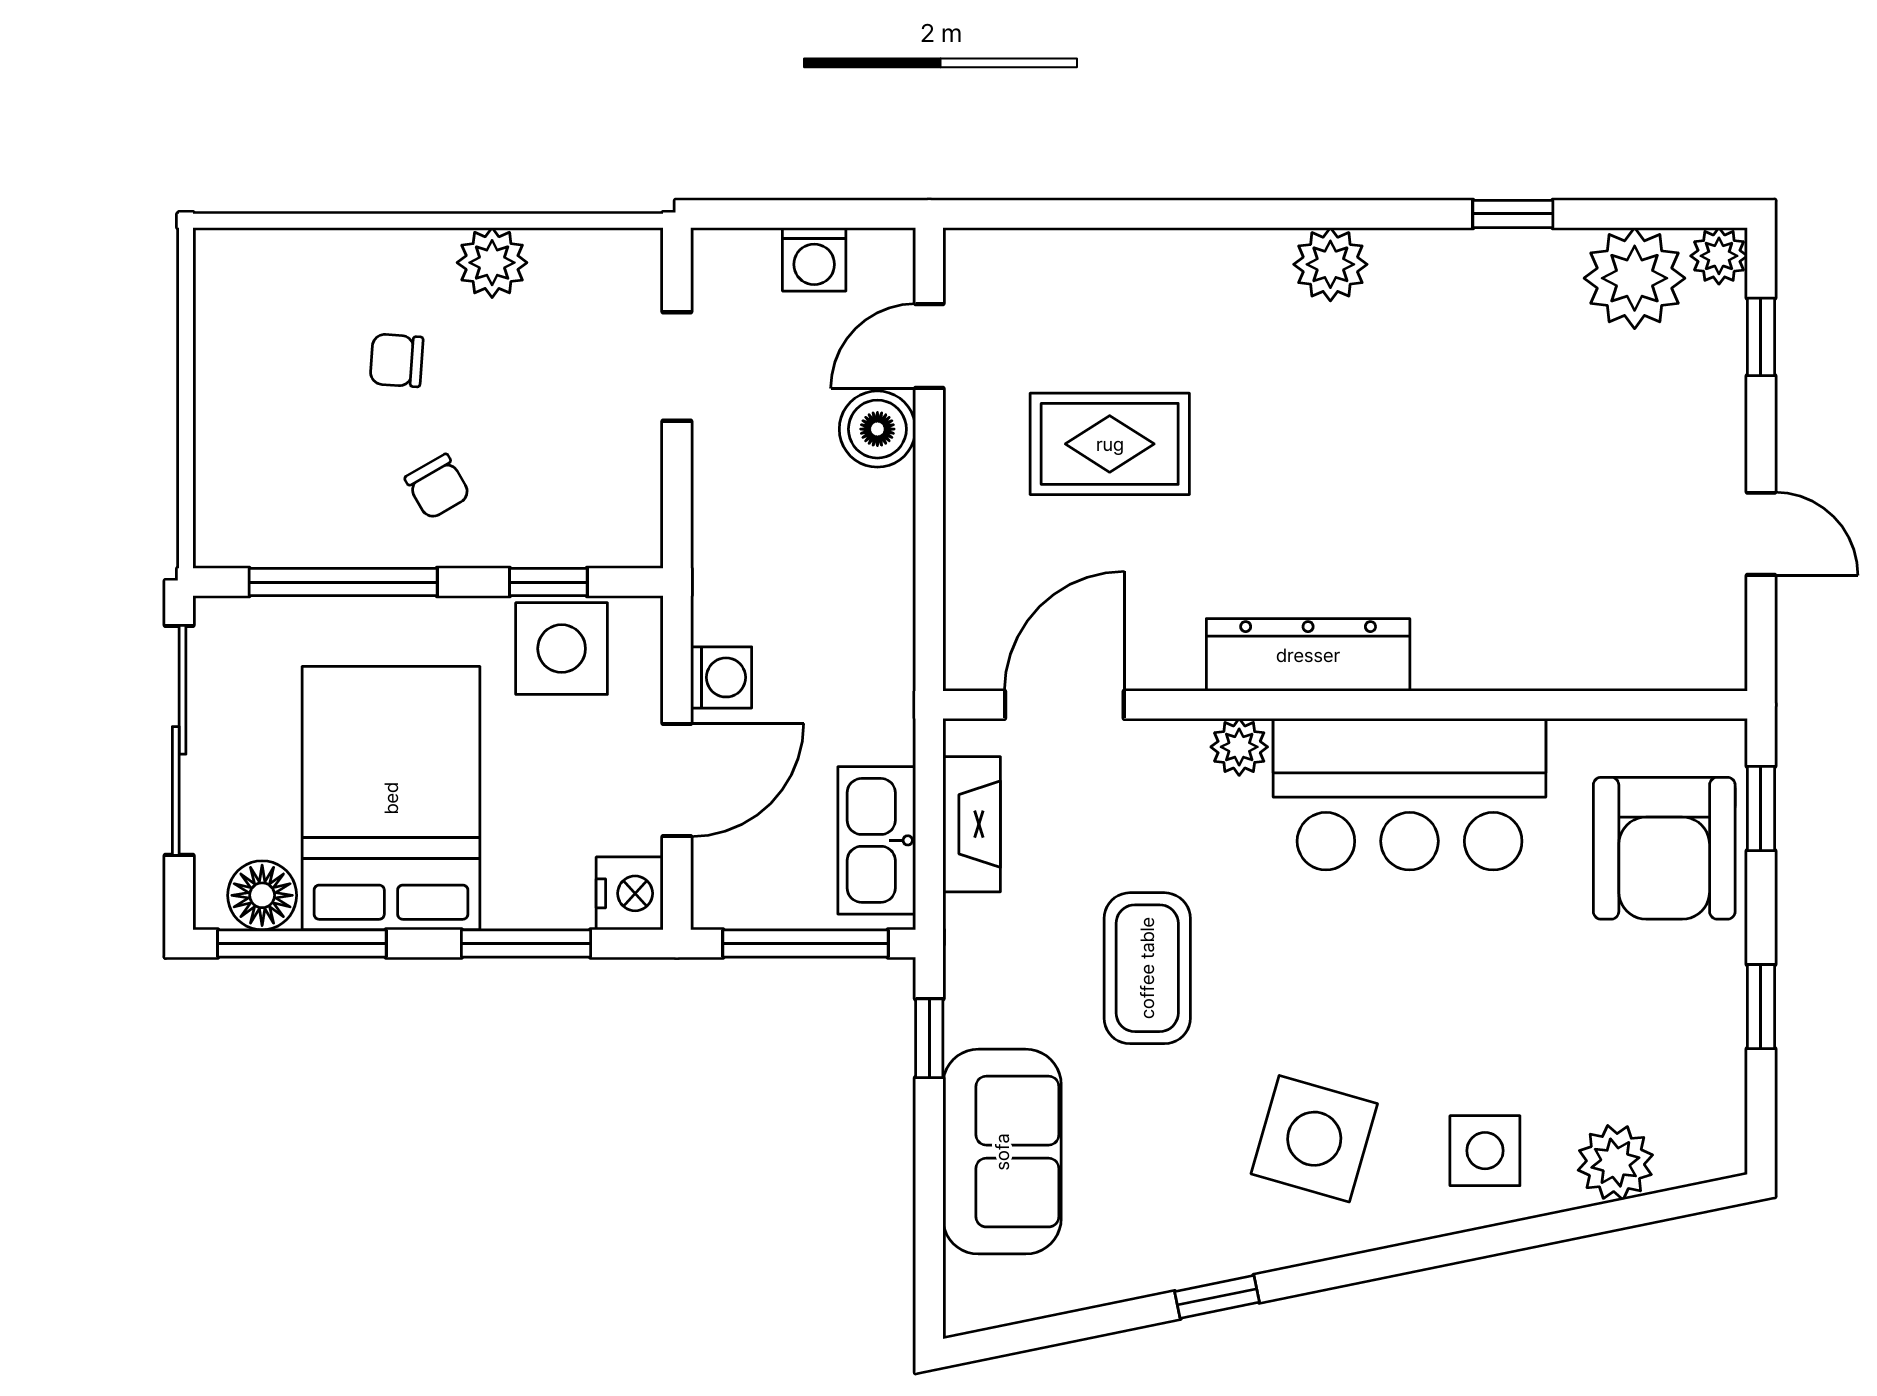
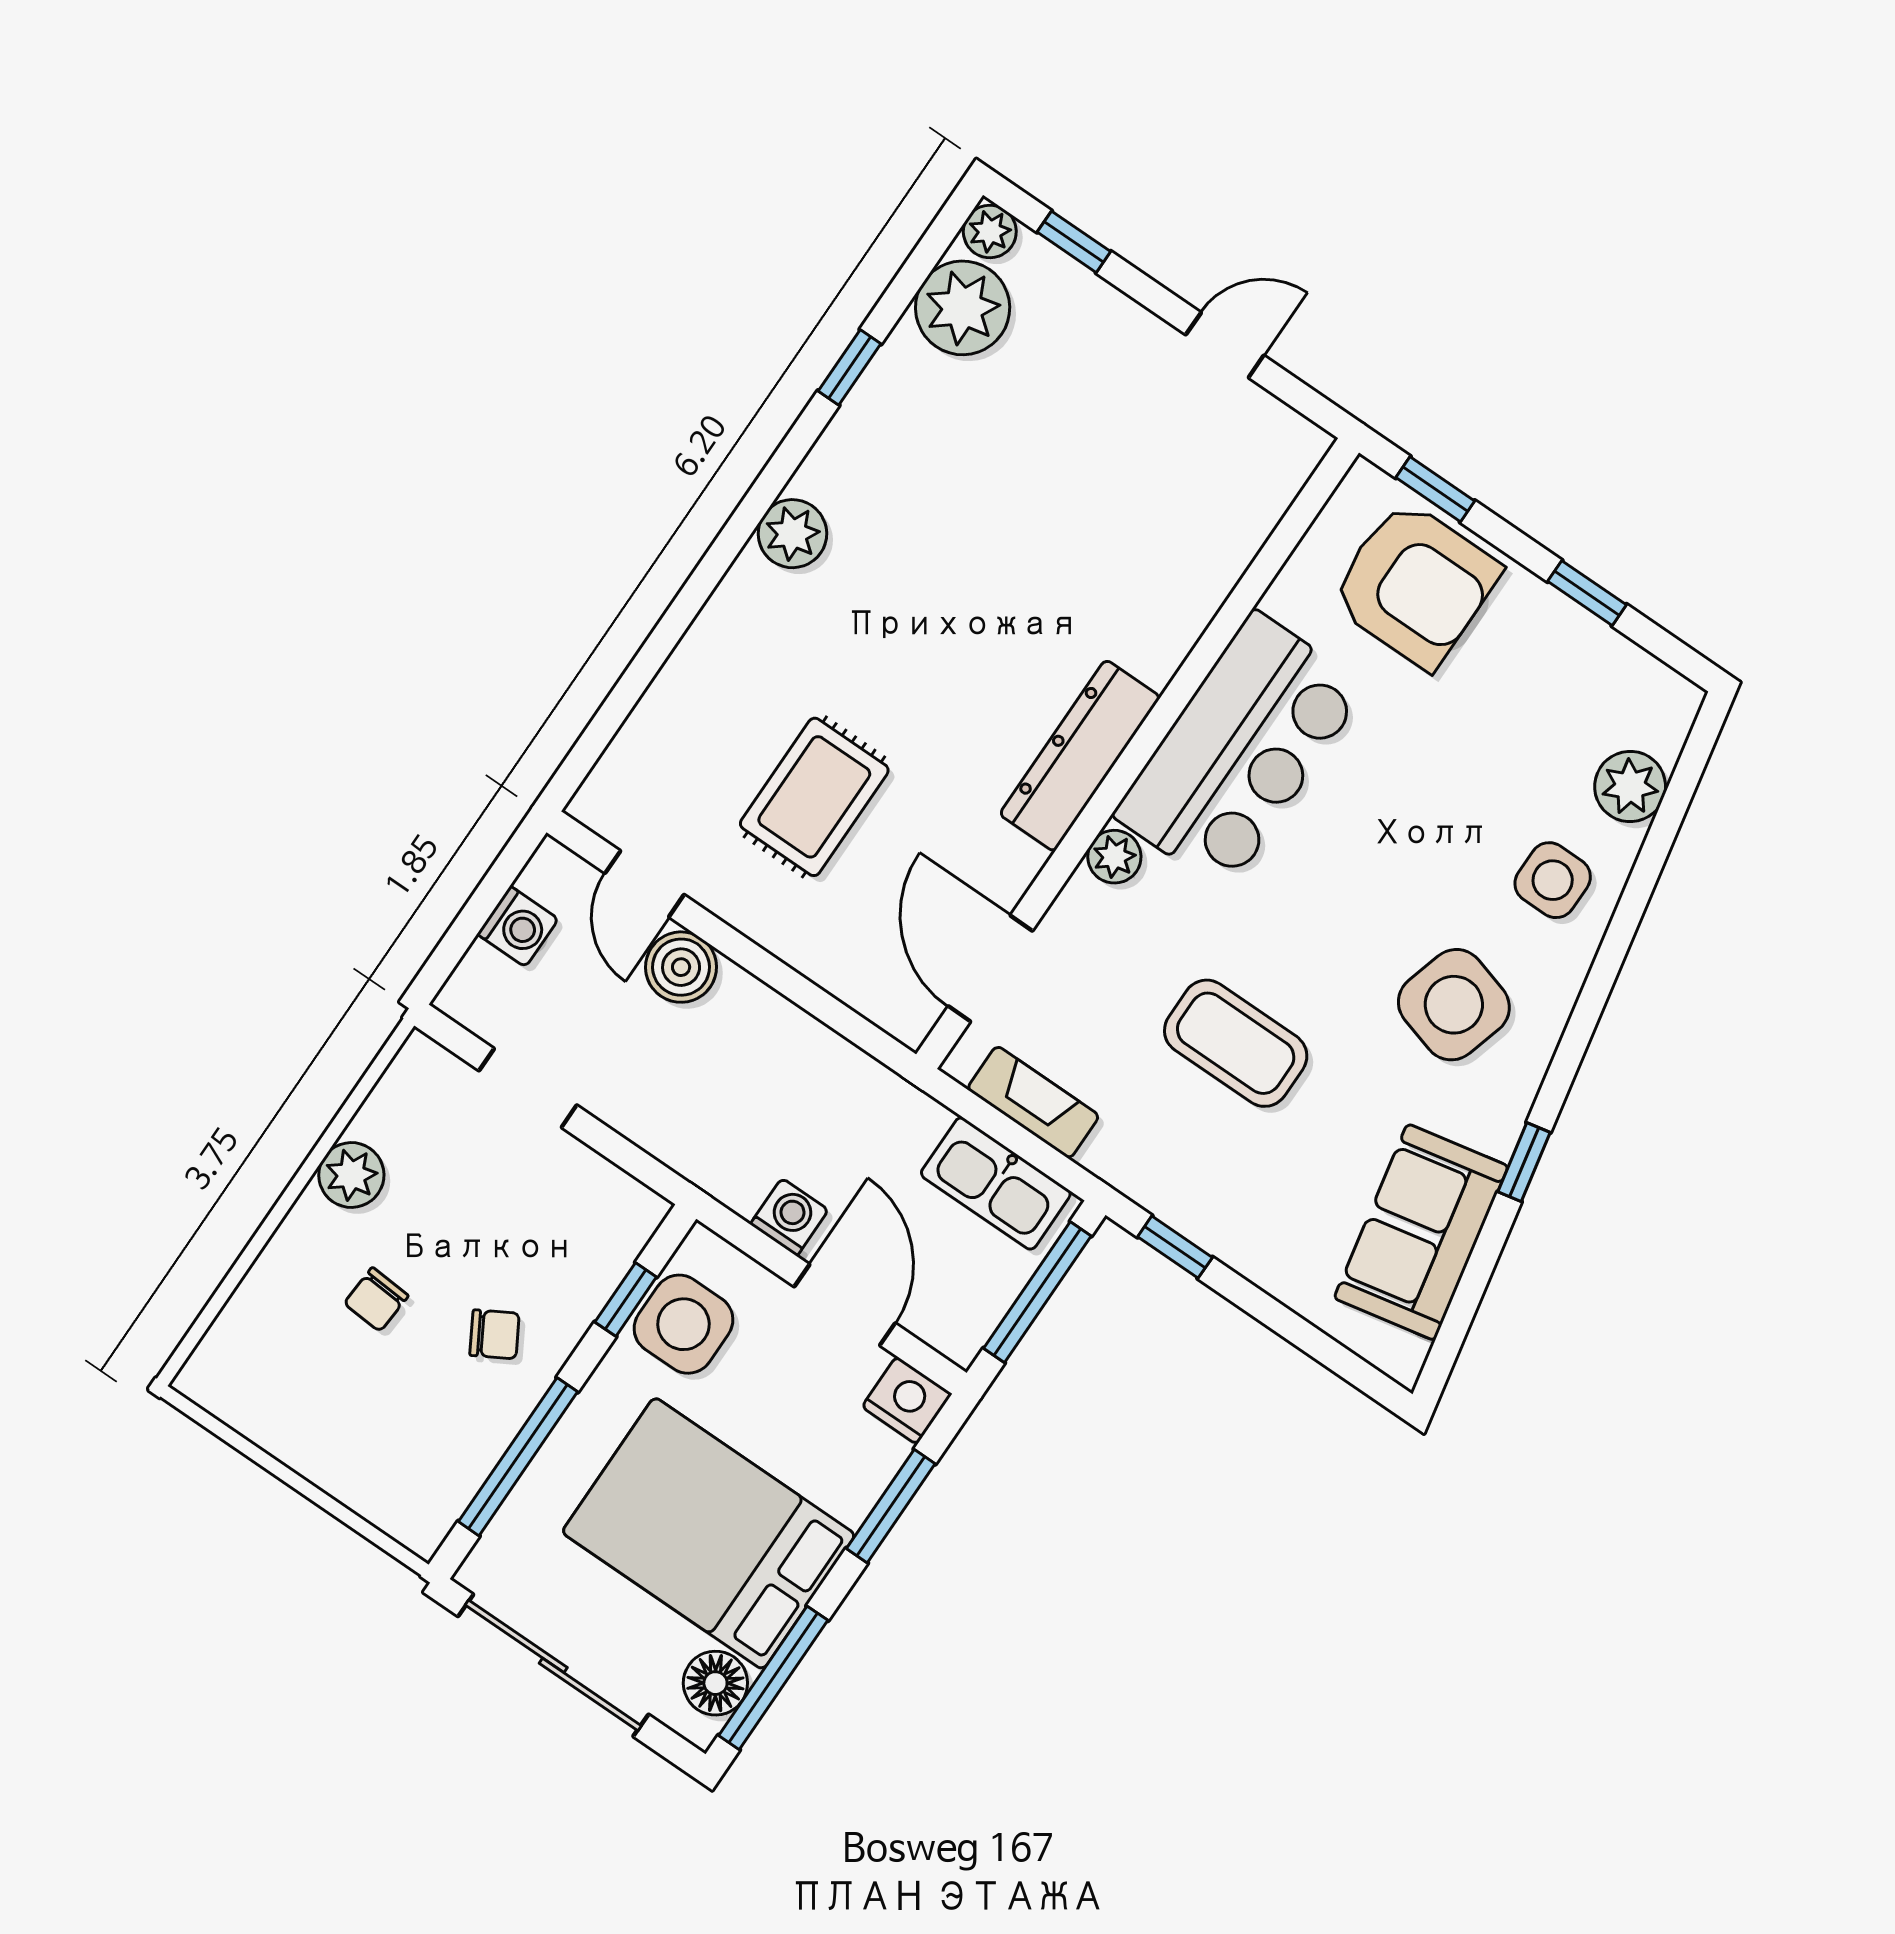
sofa: (1002, 1152) -> (1421, 1232), moved, turned -102

